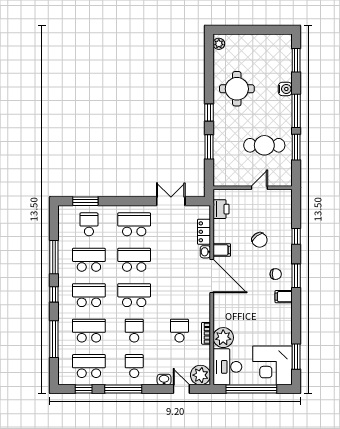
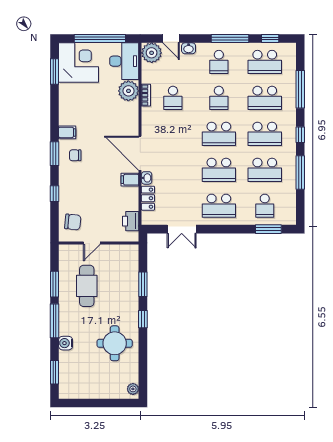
cafe table: (264, 145) -> (87, 286), turned 90
chair: (259, 240) -> (73, 222), moved, turned 133

